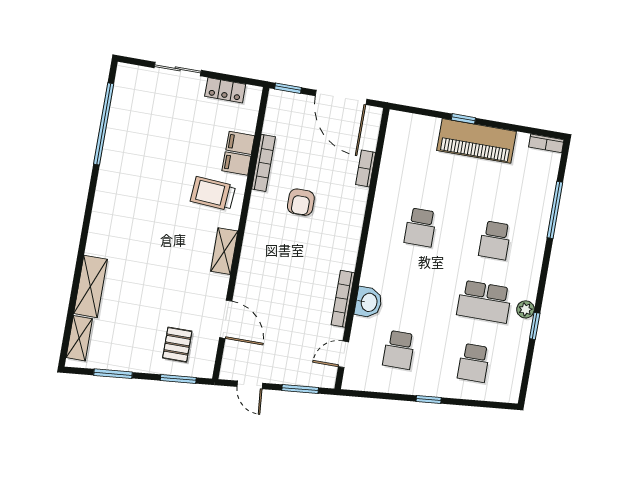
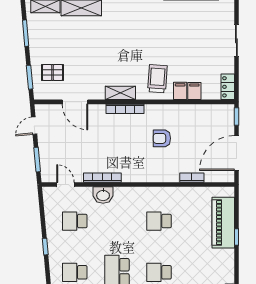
locker: (225, 90) -> (228, 87), moved
piano: (476, 141) -> (223, 223), moved
bookcase: (263, 163) -> (125, 109), moved
door: (226, 319) -> (75, 102), hinge flipped

